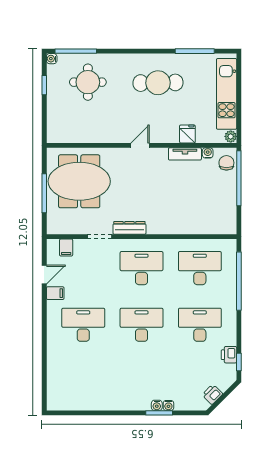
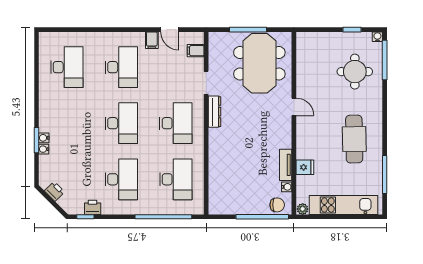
door: (140, 145) -> (294, 107), moved
desk: (83, 381) -> (67, 67), added

